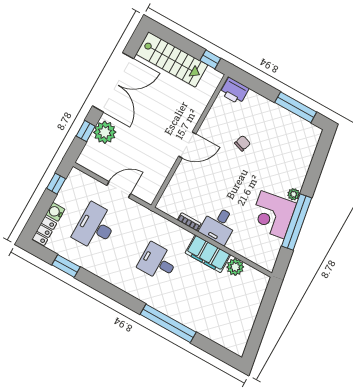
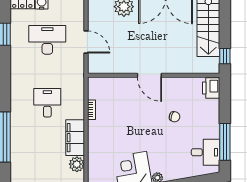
desk: (219, 225) -> (206, 152), moved, turned 180

